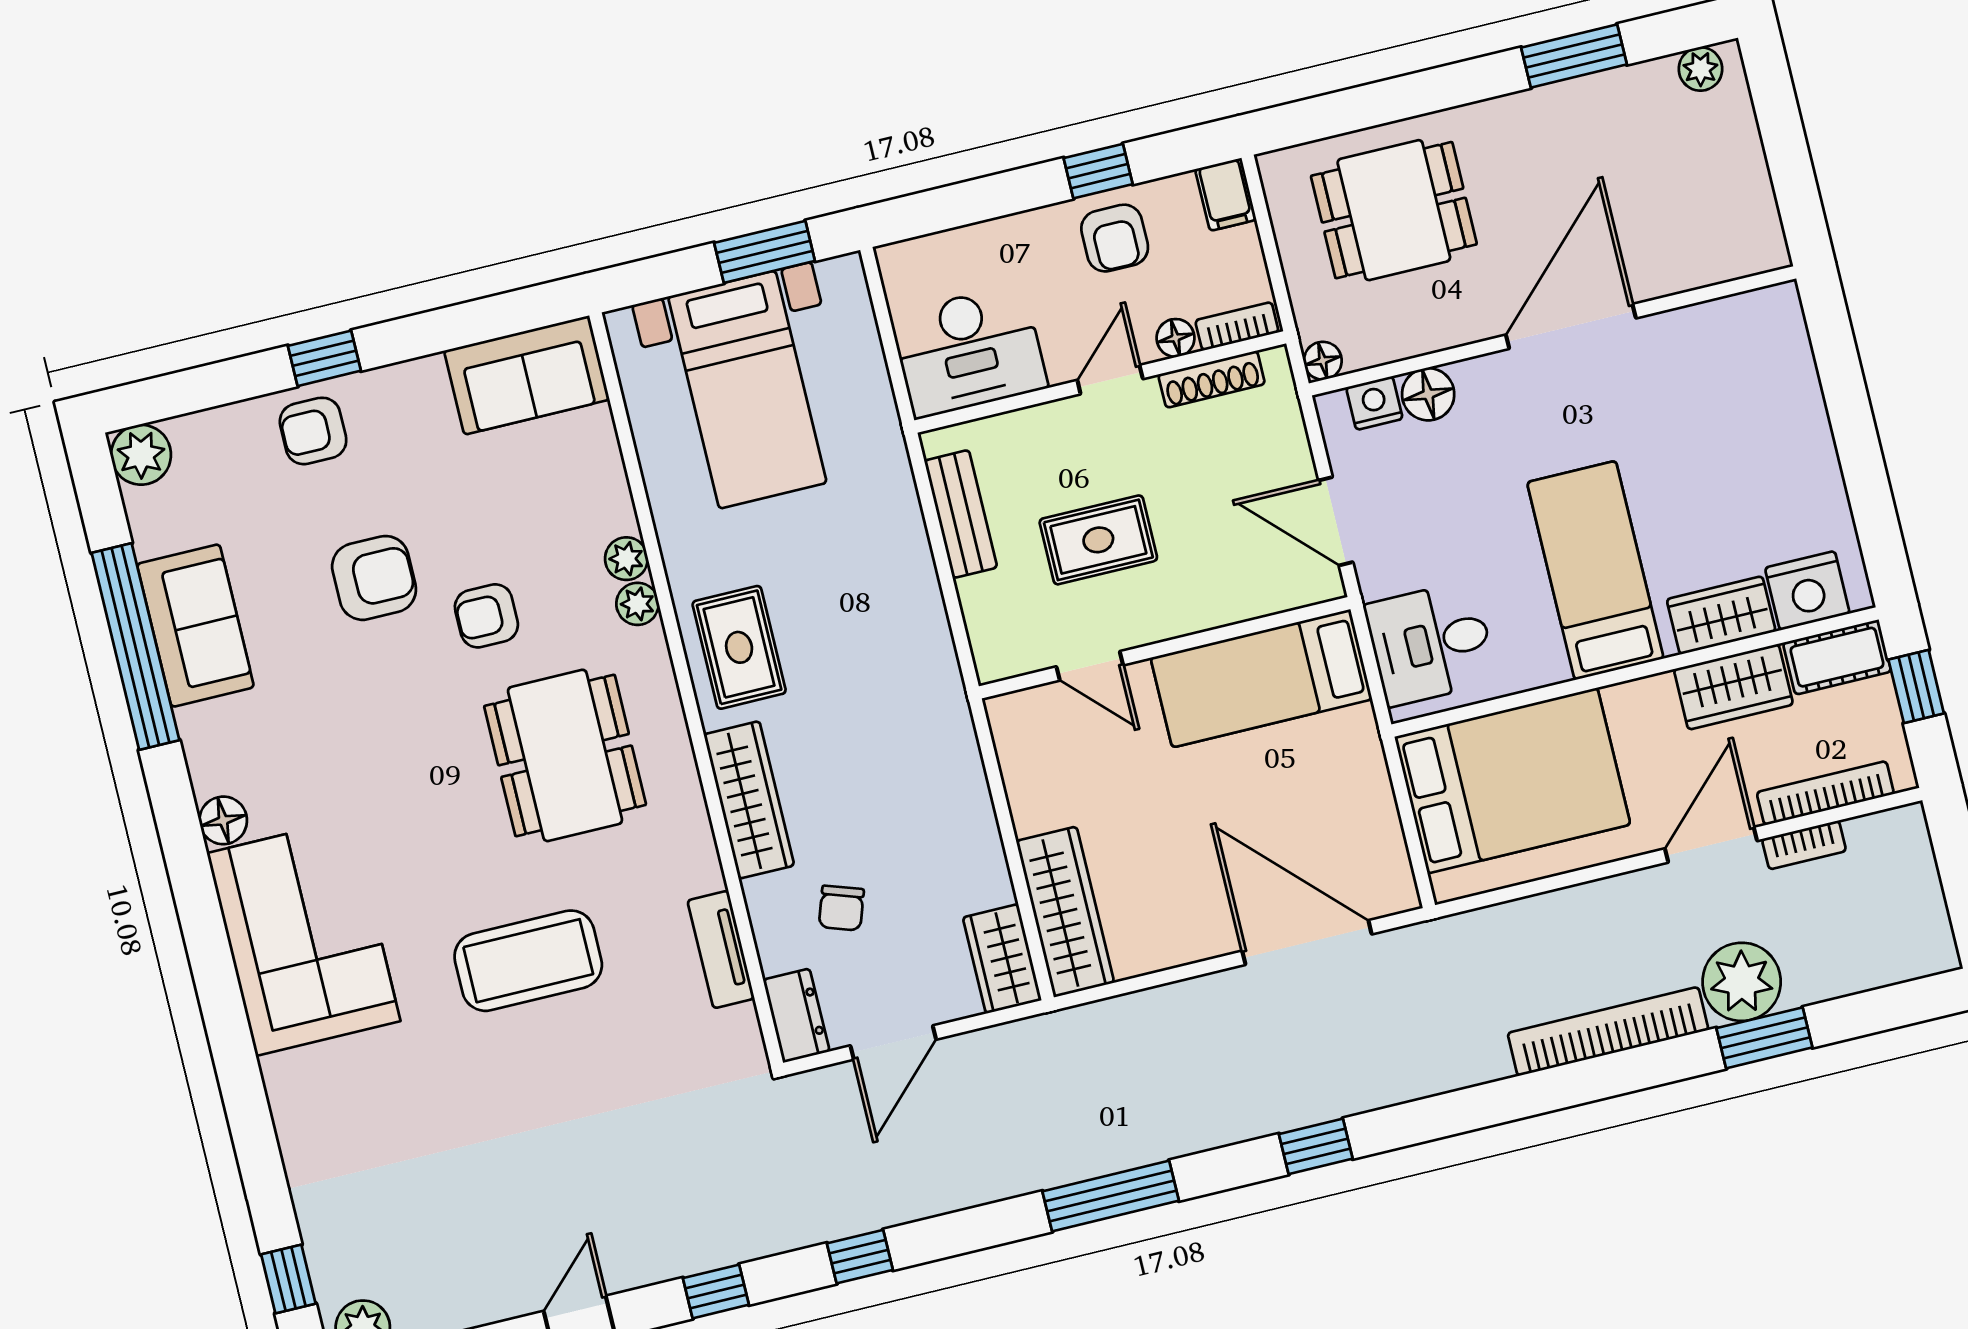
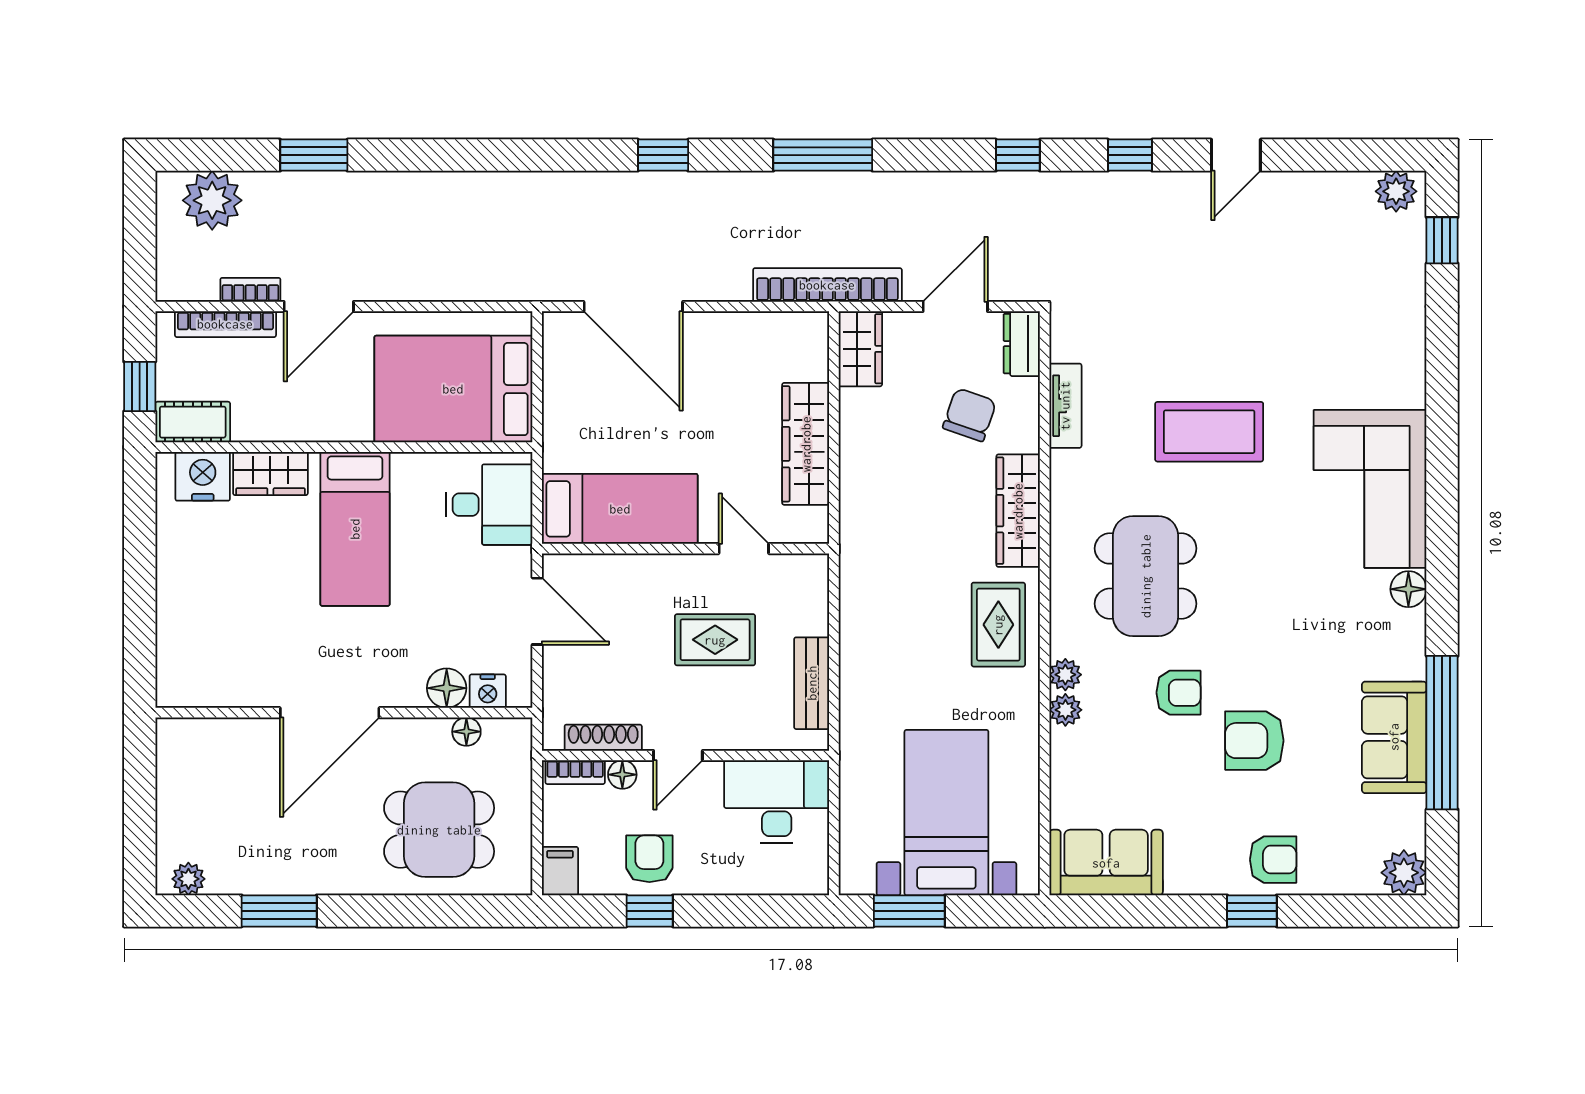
floor lamp: (1323, 361) -> (466, 732), moved
wardrobe: (1733, 687) -> (274, 419), removed
chair: (841, 908) -> (970, 415), width x1.37, depth x1.37
wardrobe: (1065, 912) -> (806, 444), moved
plant: (1742, 982) -> (212, 200), moved
bookcase: (1608, 1031) -> (827, 285), moved, turned 180

